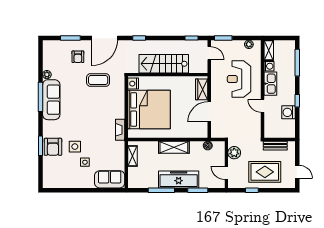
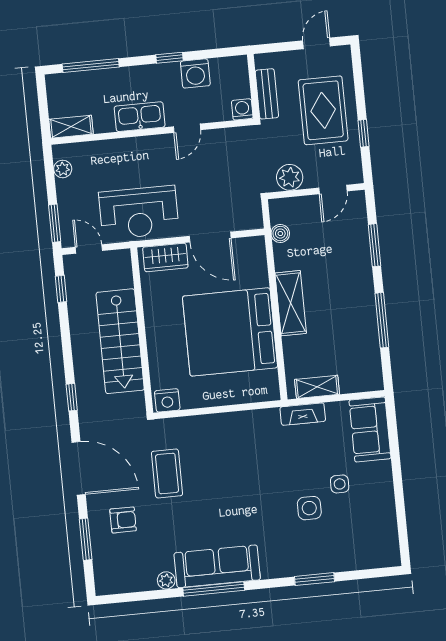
door: (209, 53) -> (89, 249), hinge flipped
washing machine: (269, 66) -> (242, 109), moved
reception desk: (239, 79) -> (139, 212), moved
bed: (149, 110) -> (230, 332), moved, turned -90
fireplace: (120, 130) -> (303, 414), moved
armchair: (53, 147) -> (314, 553), removed
freezer: (179, 179) -> (356, 287), removed

